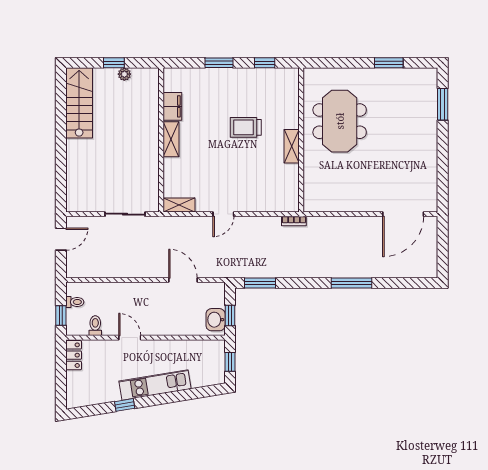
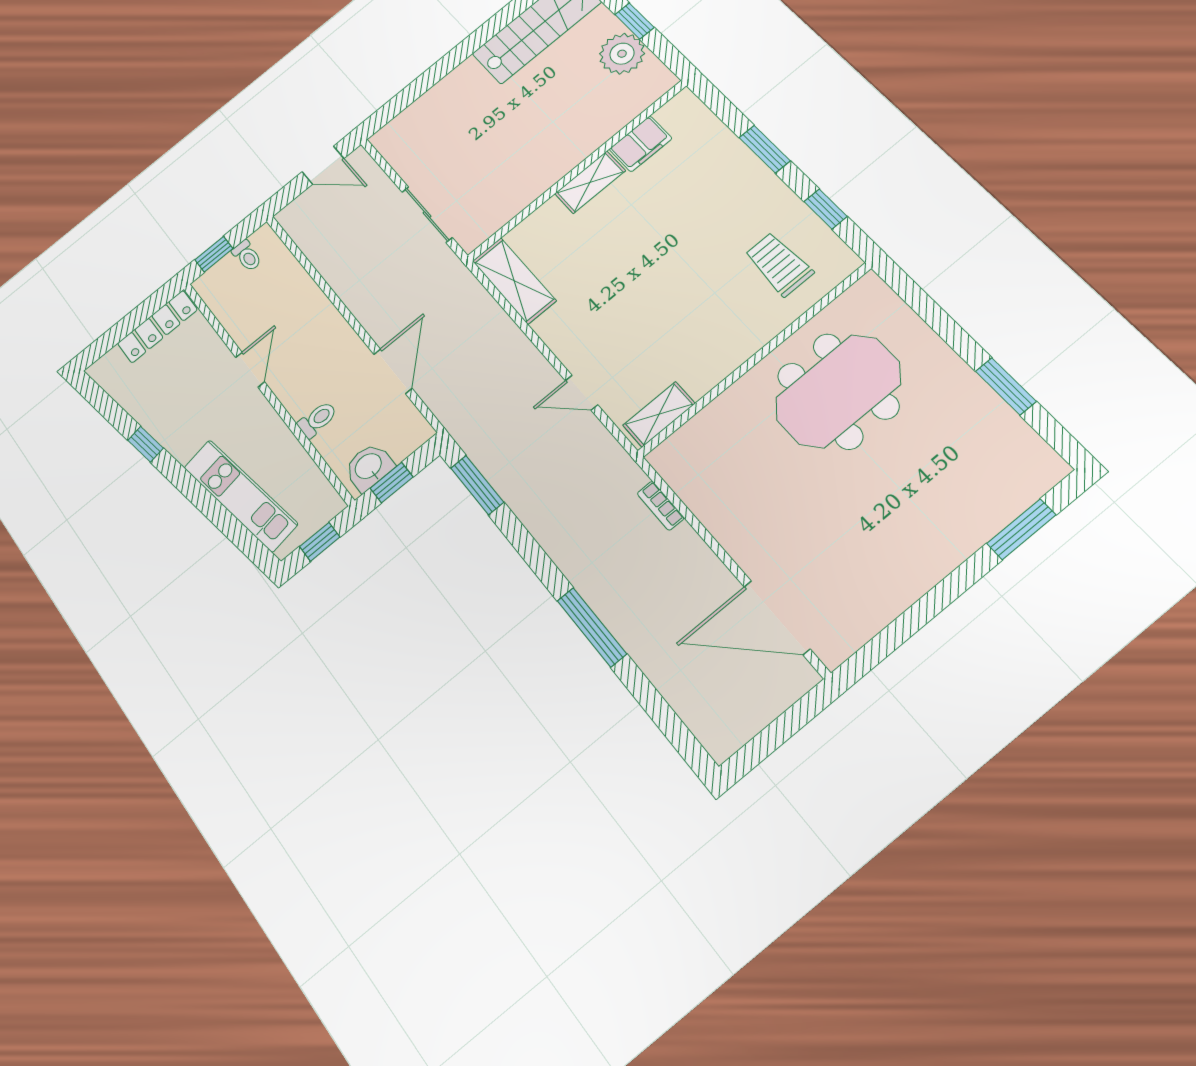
plant: (124, 74) -> (622, 54), width x1.88, depth x1.88
trolley: (246, 127) -> (779, 264), moved
shelving: (292, 146) -> (659, 414), moved
shelving: (179, 205) -> (514, 281), width x1.50, depth x1.33
door: (223, 214) -> (582, 393), moved
bookcase: (294, 221) -> (661, 506), moved
toilet: (95, 326) -> (317, 420), moved
locker: (74, 355) -> (157, 327), width x1.53
kitchen unit: (155, 385) -> (240, 495), moved

